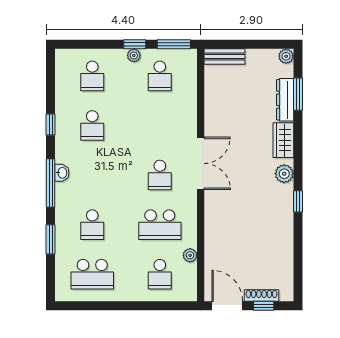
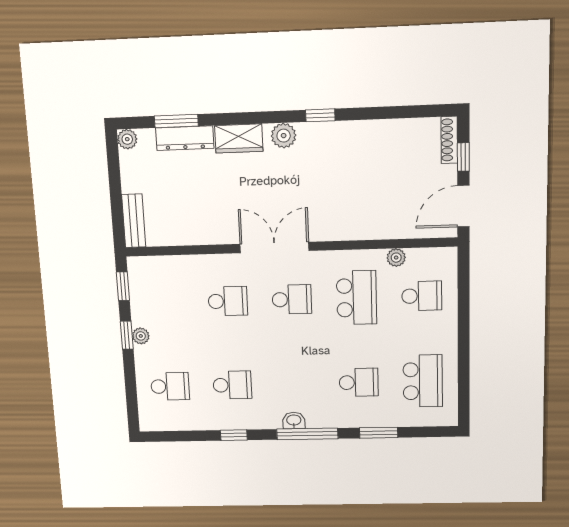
window: (174, 44) -> (123, 286), width x0.67
school desk: (160, 76) -> (228, 301), moved
shoe rack: (262, 296) -> (449, 140), moved

